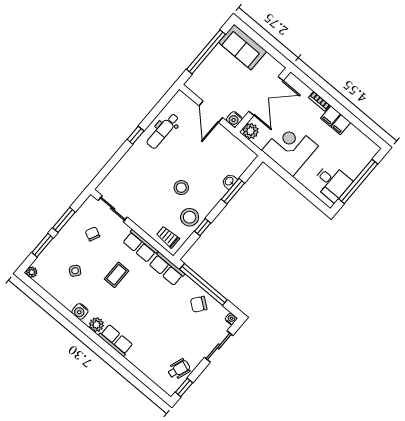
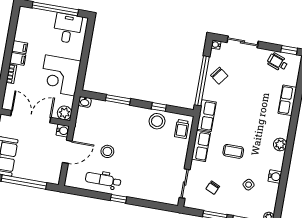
dental chair: (163, 131) -> (103, 180), turned 180
washbasin: (229, 181) -> (85, 102), moved
stool: (181, 188) -> (107, 151), moved
water cooler: (80, 311) -> (275, 176), moved
row of seats: (116, 340) -> (287, 100), moved

